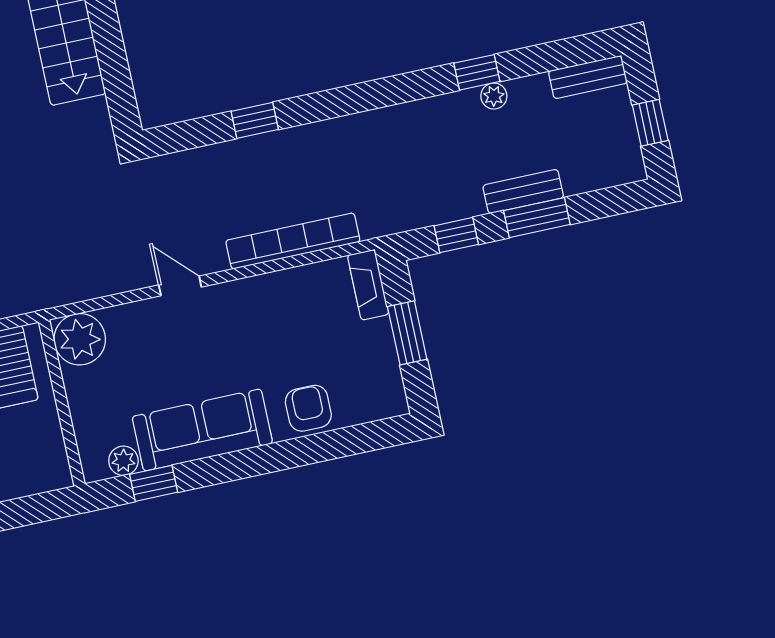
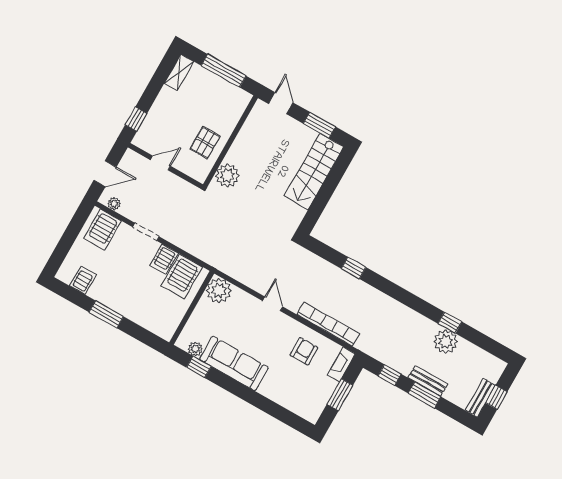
bench: (588, 77) -> (480, 398), moved, turned 90
plant: (494, 96) -> (446, 342), width x1.88, depth x1.88
armchair: (308, 408) -> (304, 351), moved

